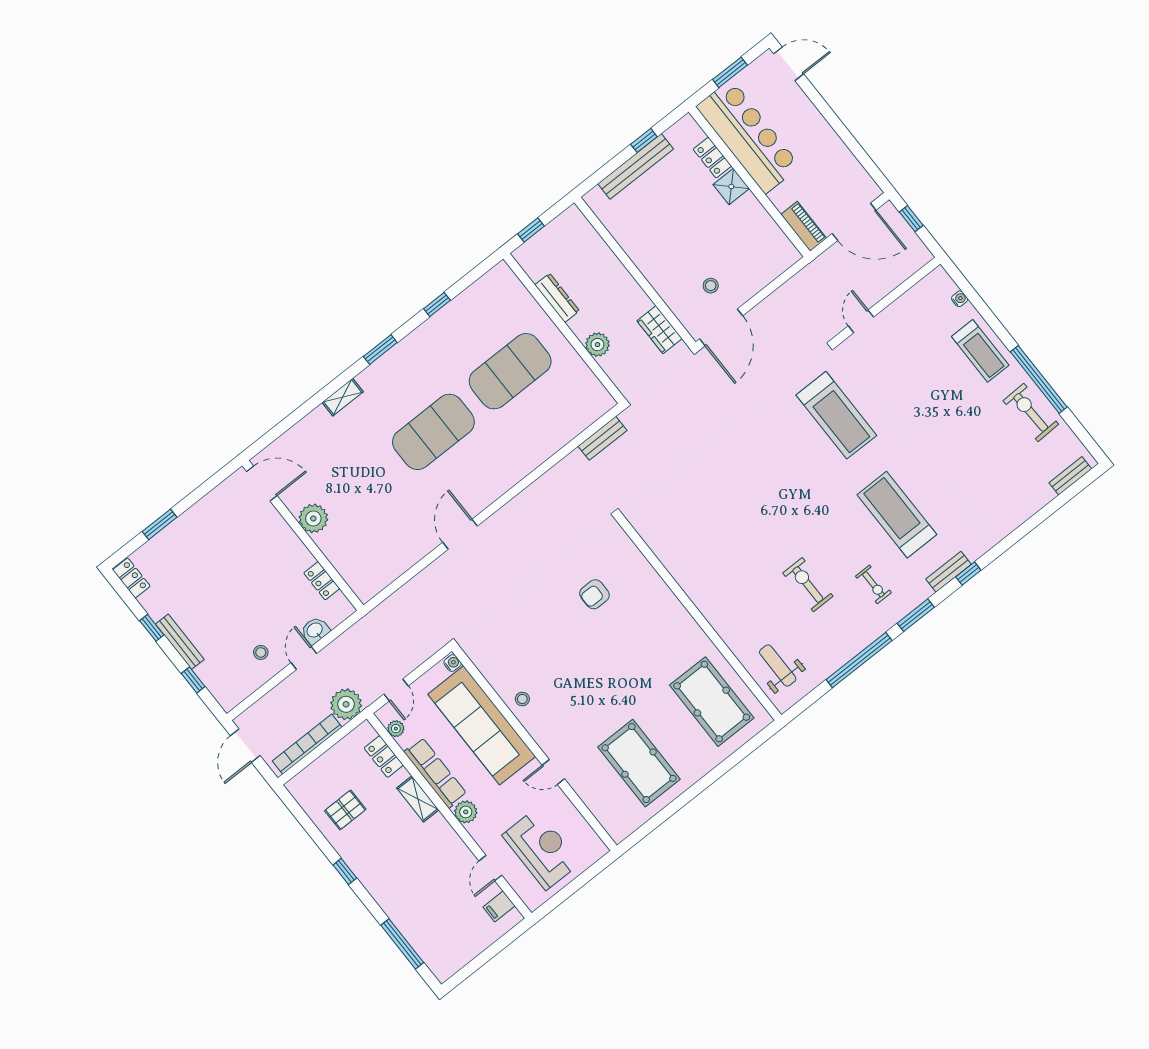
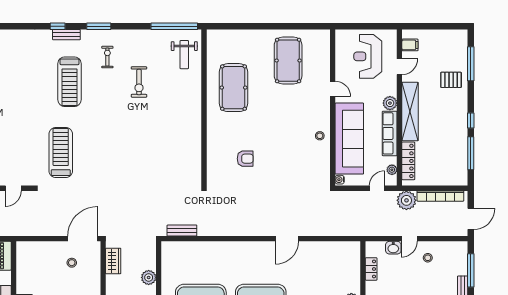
window: (859, 660) -> (174, 26), moved
window: (193, 680) -> (471, 270), width x2.17
pool table: (712, 702) -> (234, 88), moved
locker: (384, 757) -> (408, 161), width x1.53
shelving: (418, 799) -> (410, 112), width x2.20, depth x1.33
pallet: (345, 810) -> (451, 80), moved
window: (312, 830) -> (471, 153), added

